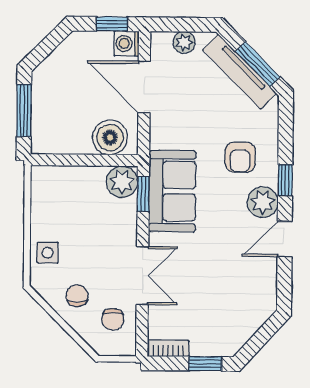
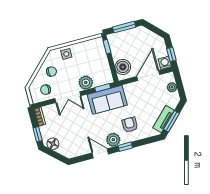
tv unit: (240, 72) -> (164, 119), width x0.71
armchair: (240, 157) -> (130, 125), turned 90
window: (56, 160) -> (107, 47), added
plant: (122, 182) -> (86, 83), moved
floor lamp: (235, 336) -> (53, 144), added

